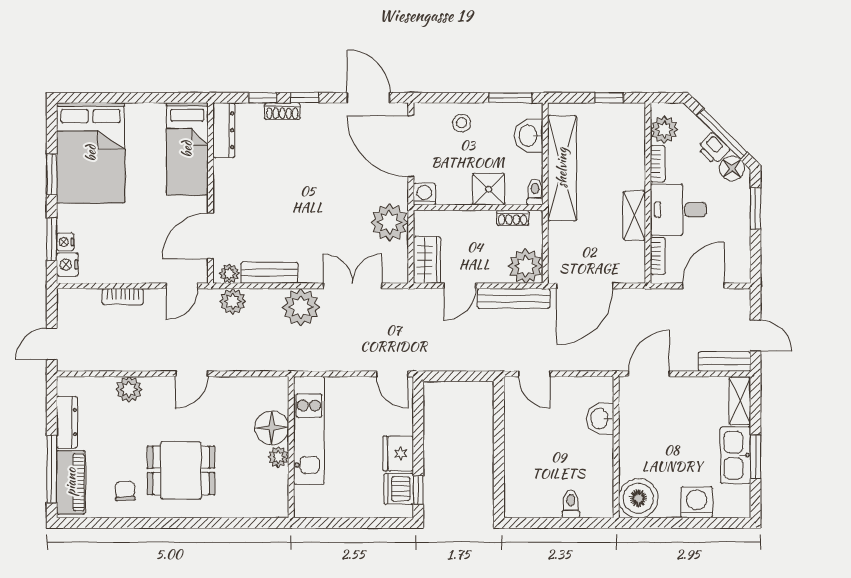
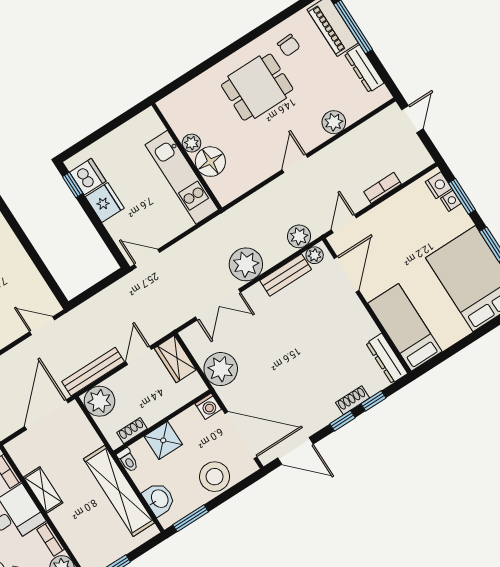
stool: (462, 123) -> (215, 477), width x1.89, depth x1.89

